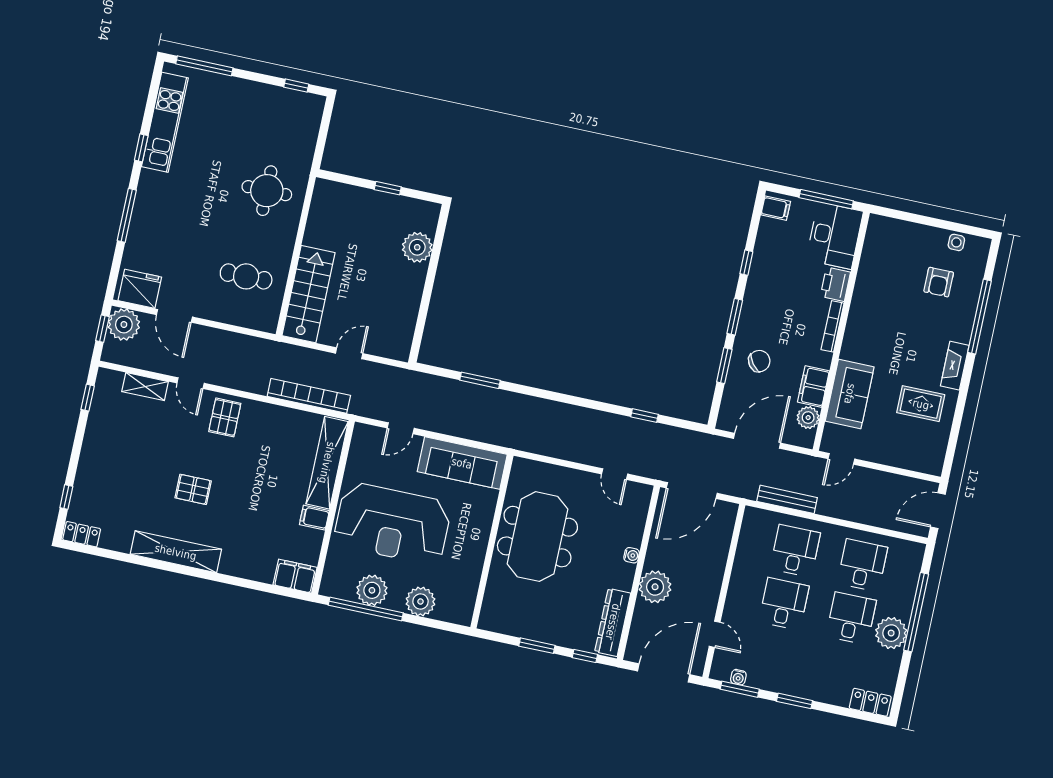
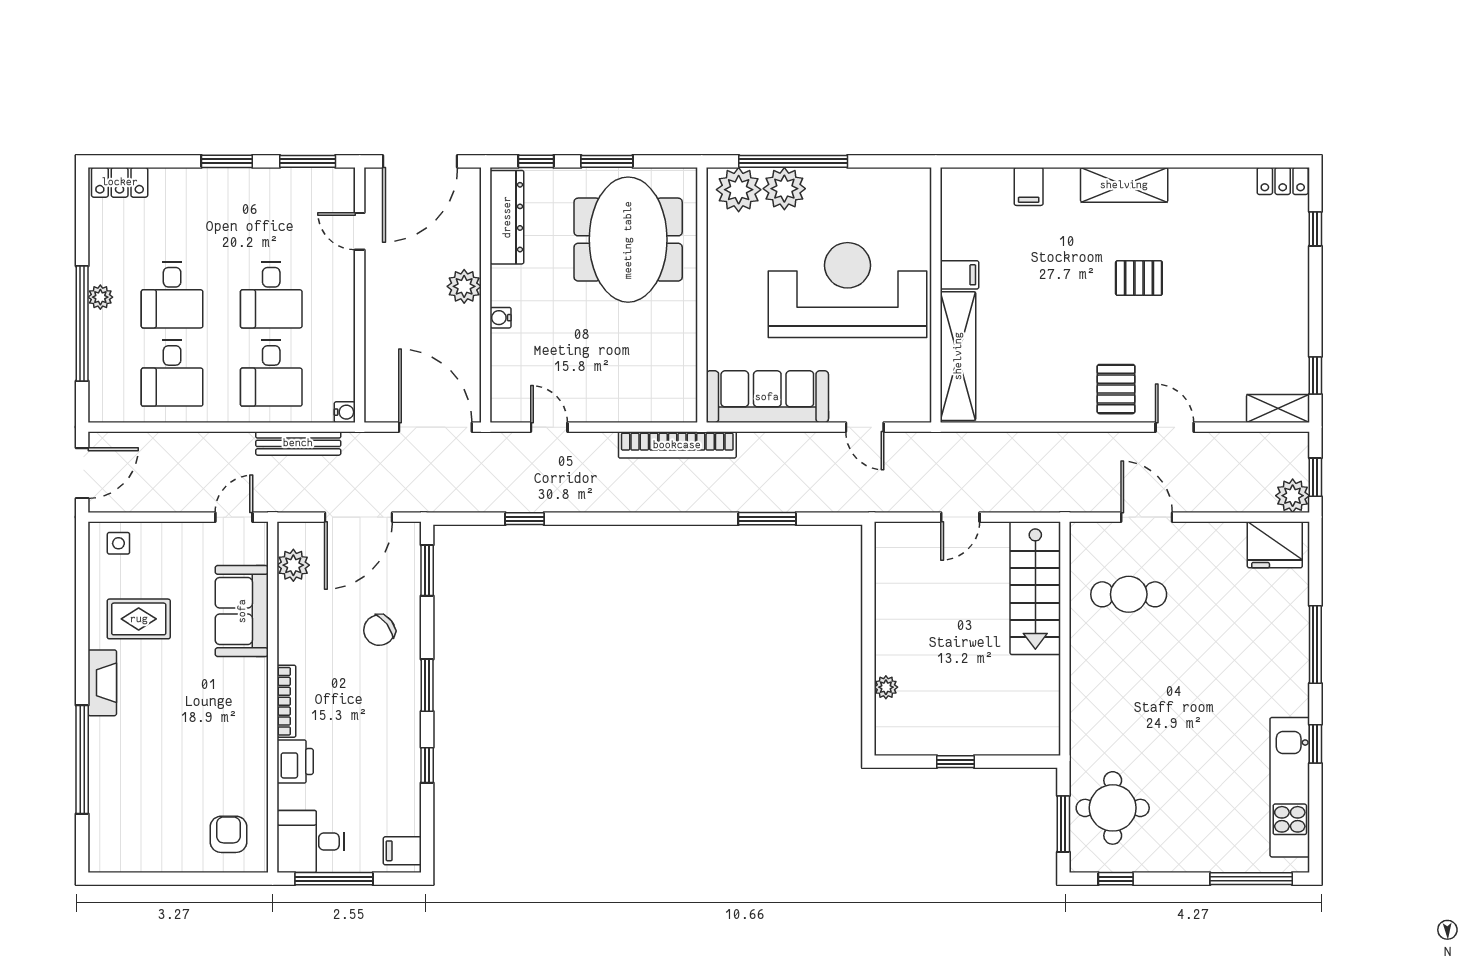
window: (324, 130) -> (1063, 824), added
round table: (267, 191) -> (1113, 808), moved
desk: (835, 236) -> (311, 842), width x0.73
side table: (956, 242) -> (118, 543), moved
plant: (417, 247) -> (886, 687), width x0.53, depth x0.53
armchair: (939, 282) -> (229, 834), moved
door: (174, 316) -> (1147, 517), moved
plant: (124, 325) -> (1293, 496), width x0.73, depth x0.73
window: (724, 366) -> (427, 570), moved
filing cabinet: (813, 386) -> (295, 611), removed
shelving: (145, 387) -> (1278, 408), moved
bookcase: (309, 396) -> (677, 445), moved
door: (401, 428) -> (865, 427), swing flipped
door: (692, 491) -> (435, 427), hinge flipped
meeting table: (537, 537) -> (628, 240), moved
shelving: (176, 552) -> (1124, 185), width x0.68
filing cabinet: (295, 576) -> (1029, 186), moved, width x0.50
plant: (655, 587) -> (464, 286), width x0.73, depth x0.73
plant: (372, 590) -> (739, 190), moved
window: (366, 609) -> (793, 161), moved
plant: (891, 633) -> (100, 297), width x0.53, depth x0.53
water cooler: (738, 677) -> (345, 412), moved, turned 90

